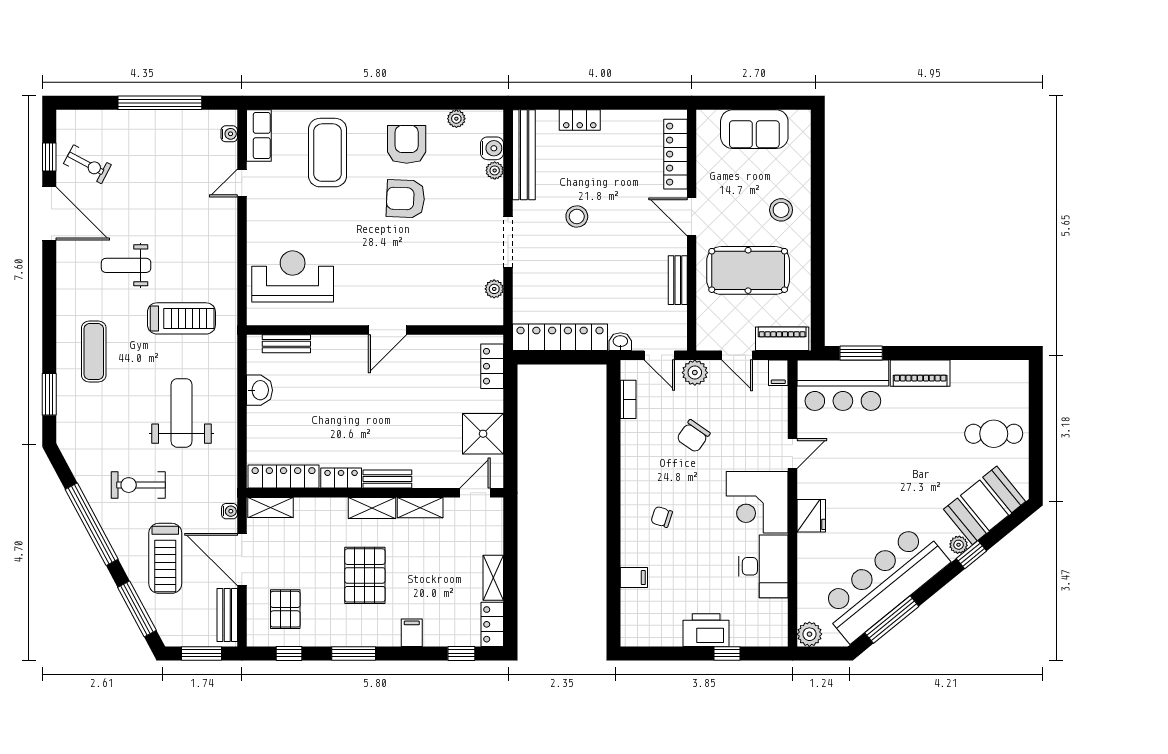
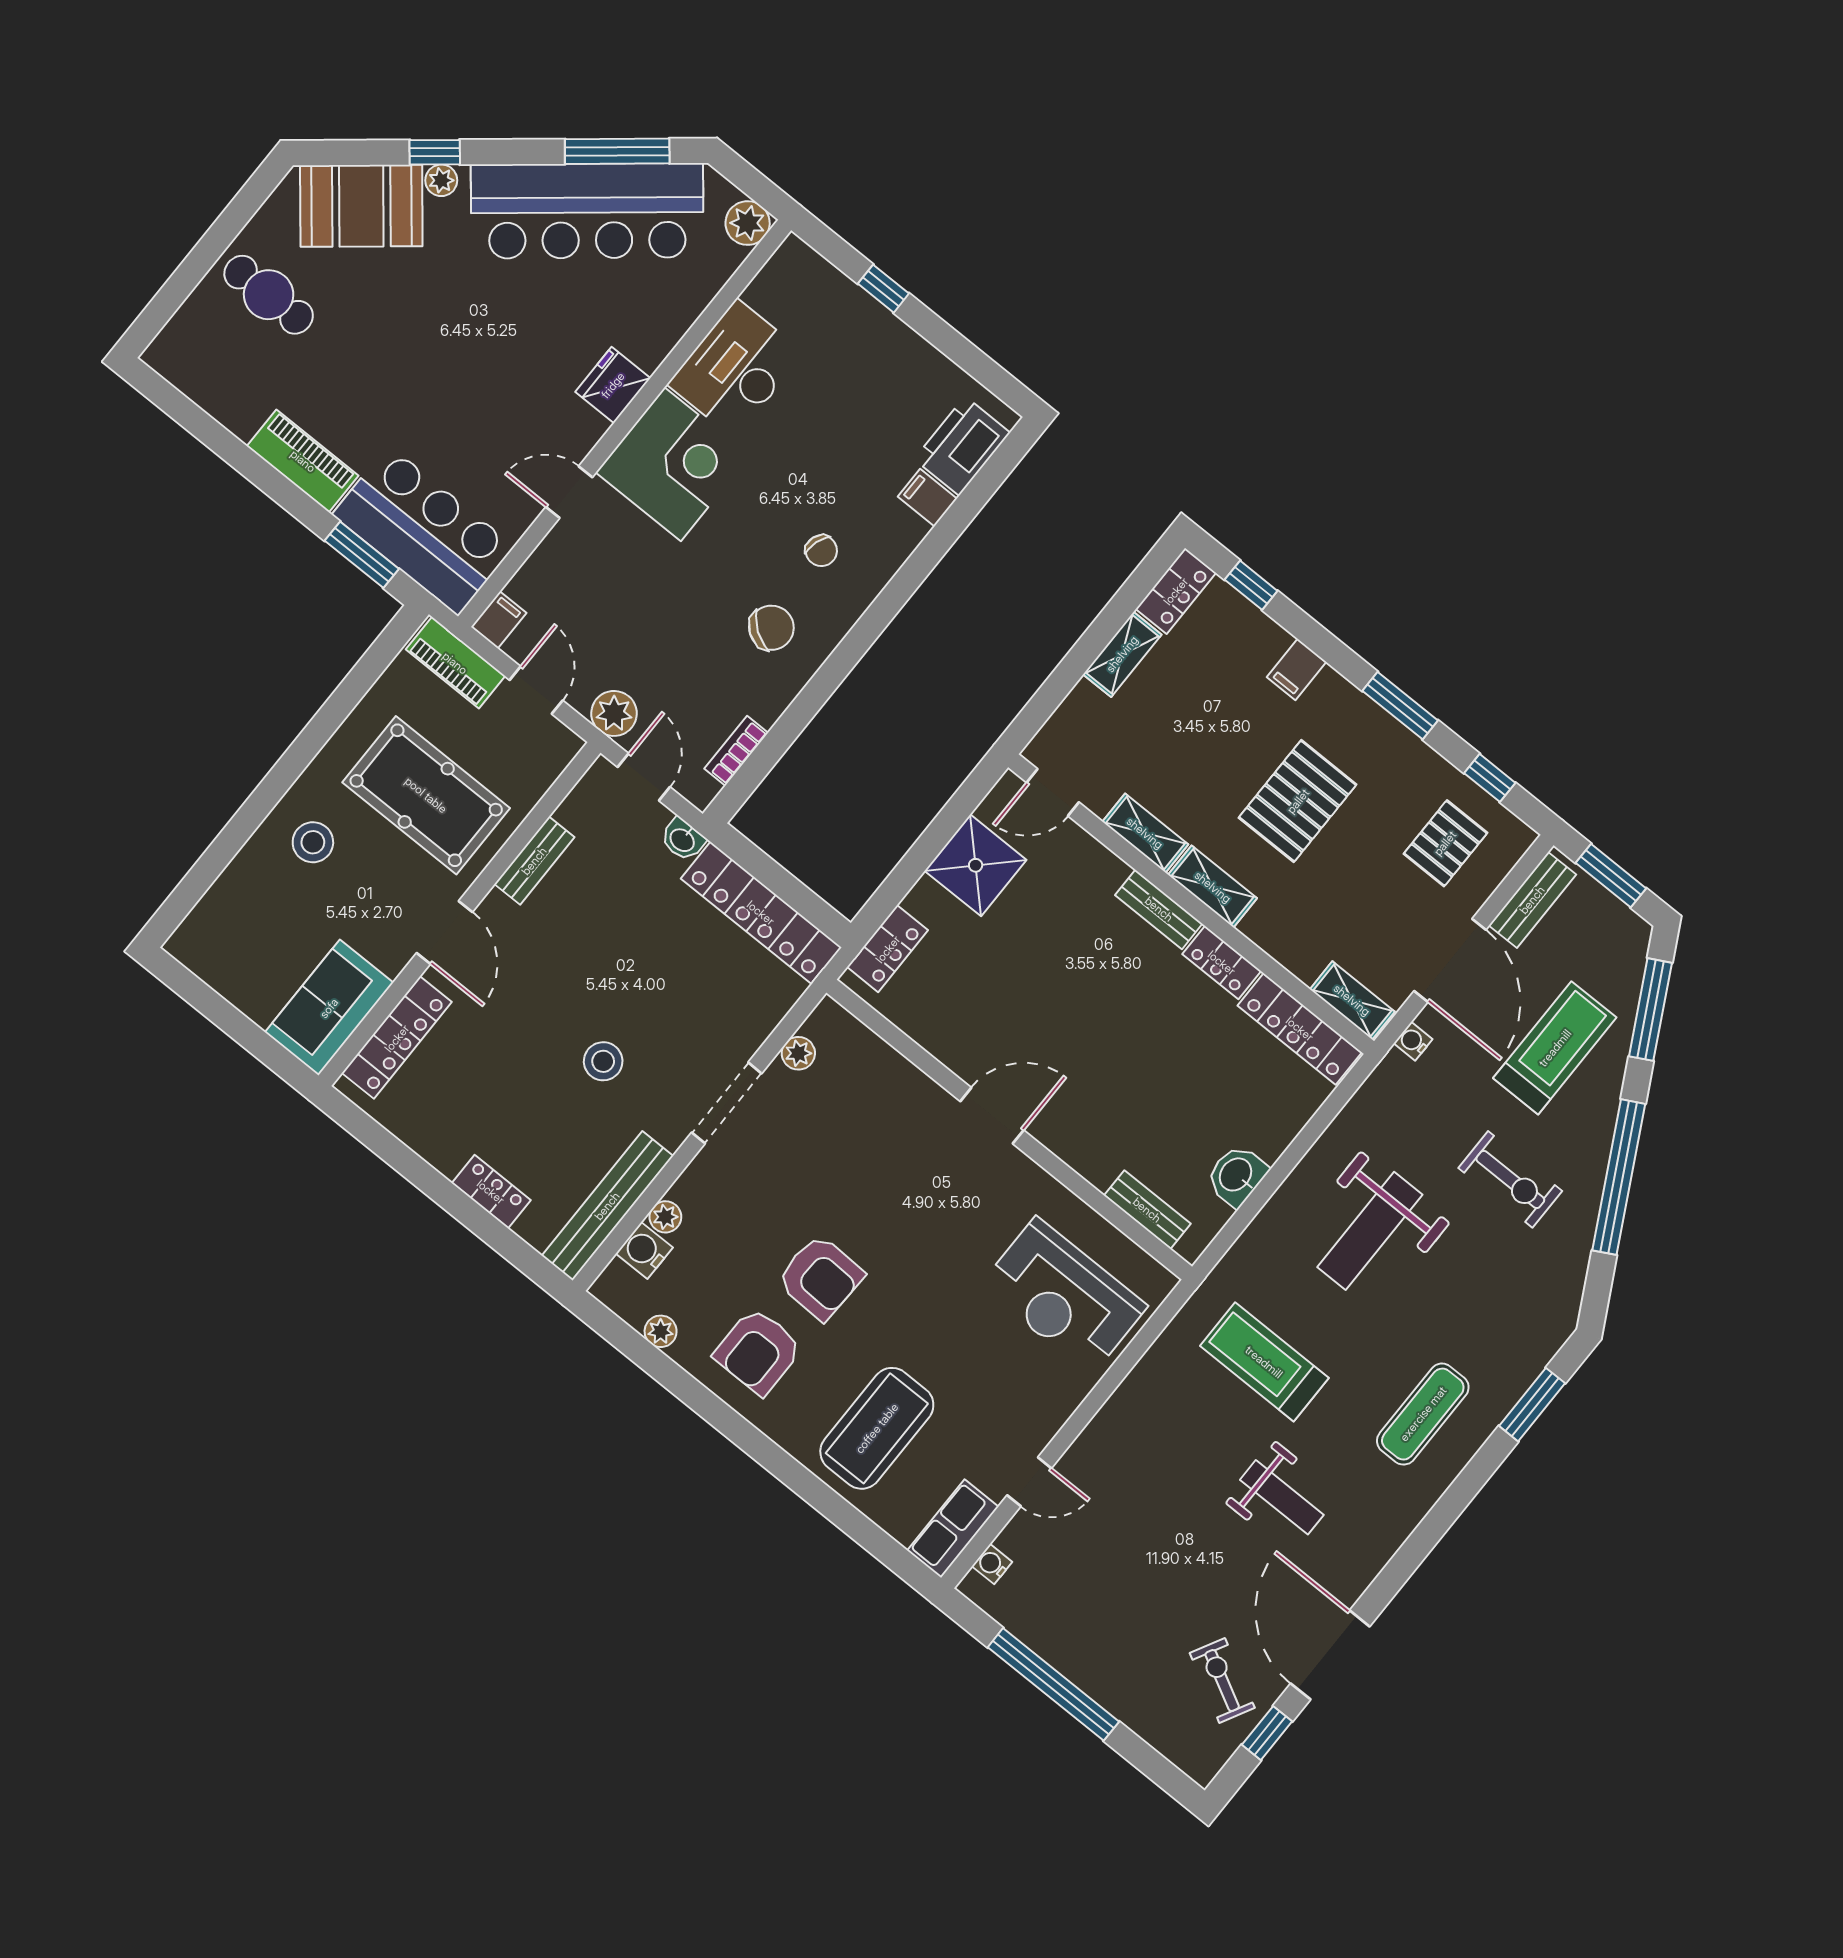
sofa: (754, 129) -> (329, 1008), moved, turned -90
chair: (693, 436) -> (771, 628), moved
printer: (706, 630) -> (962, 446), moved, turned 90

